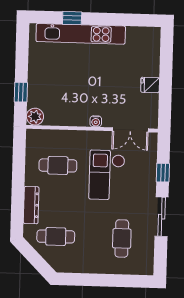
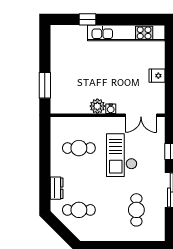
kitchen unit: (81, 34) -> (126, 33), moved
window: (21, 92) -> (45, 85), width x1.50
plant: (35, 117) -> (97, 106), moved
dresser: (31, 205) -> (57, 188), width x0.70

